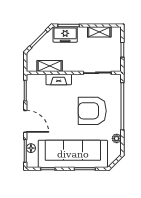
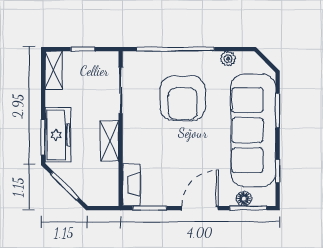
shelving: (99, 32) -> (54, 70), moved
freezer: (65, 34) -> (58, 135), width x1.40
shelving: (50, 66) -> (109, 141), moved
fireplace: (59, 79) -> (131, 185), moved

